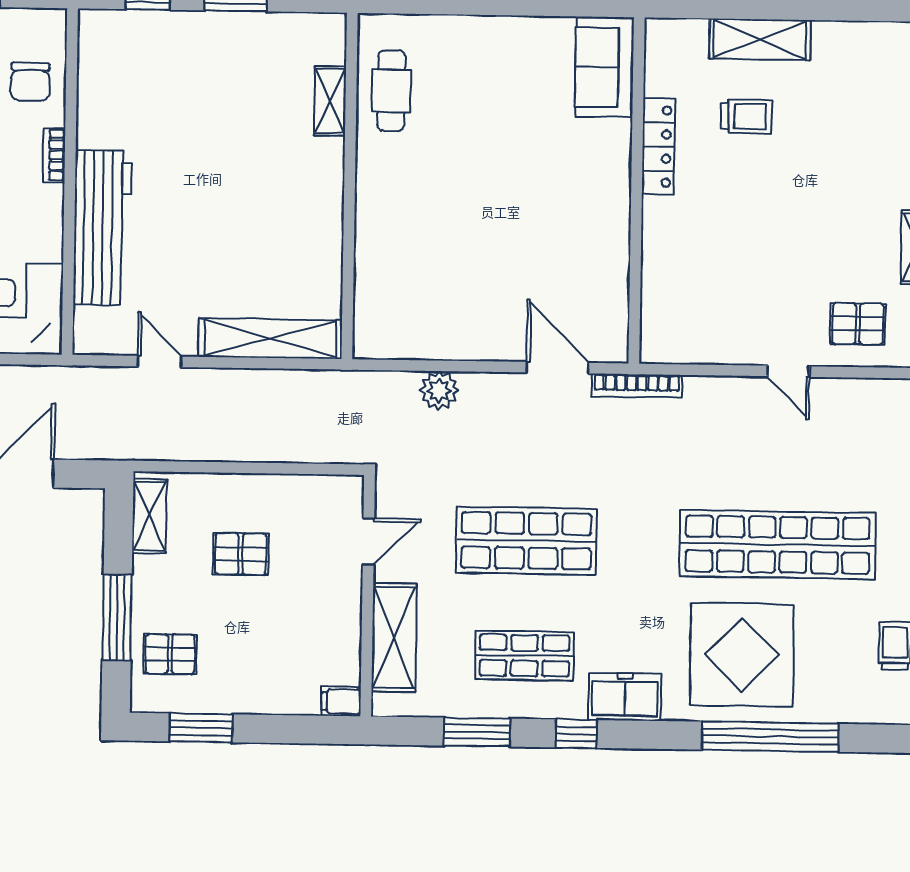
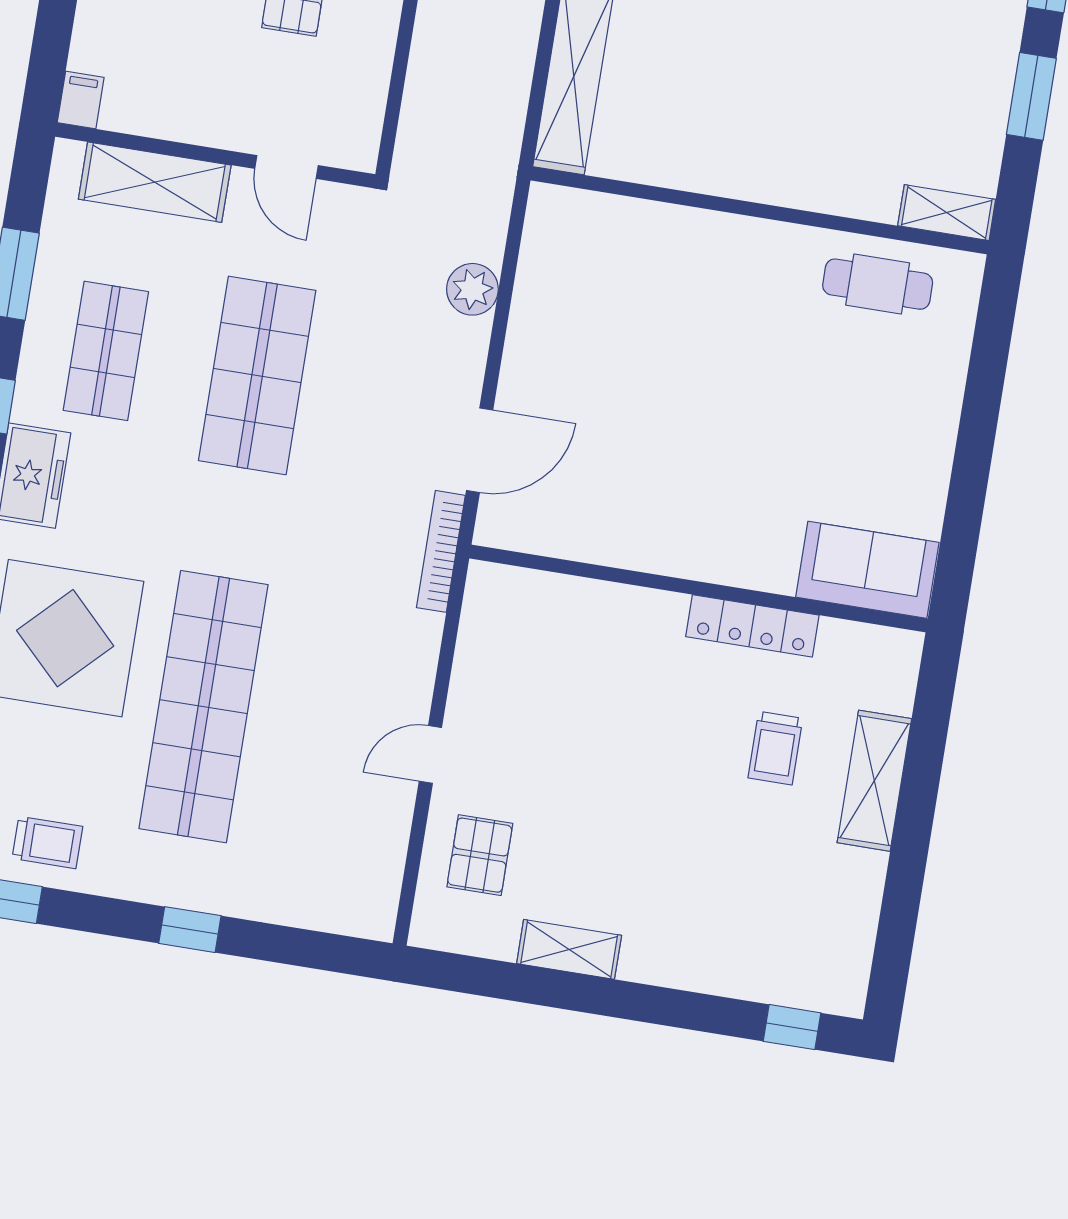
shelving: (330, 101) -> (947, 213), moved

